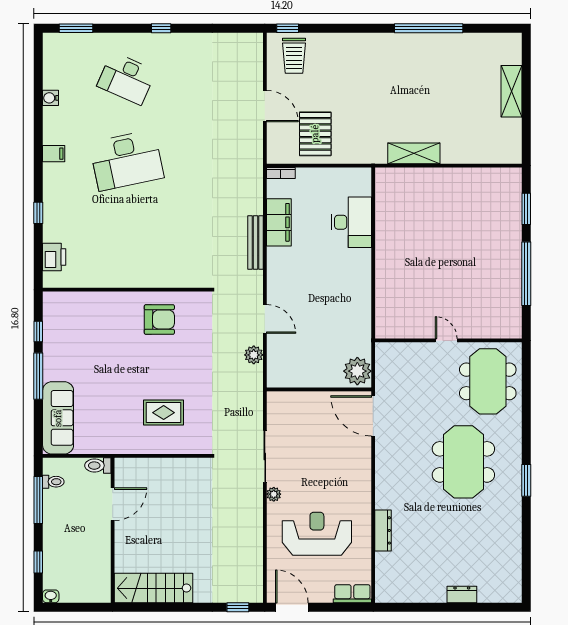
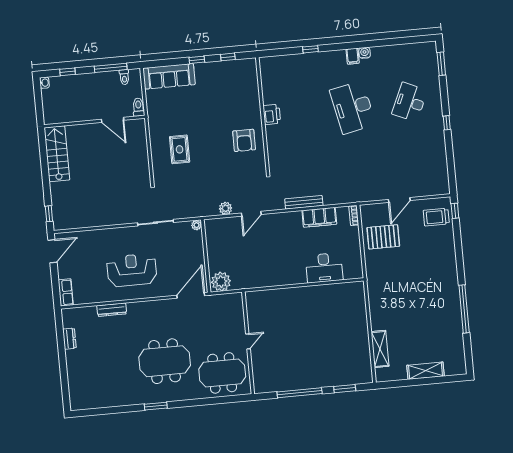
water cooler: (50, 98) -> (365, 53), moved
shelving: (414, 153) -> (380, 349), moved
printer: (54, 257) -> (272, 114), moved, turned -90
window: (38, 376) -> (197, 60), width x0.46
plant: (274, 494) -> (197, 225), moved
reception desk: (317, 534) -> (132, 270), moved, turned -90
dresser: (462, 595) -> (69, 339), moved

